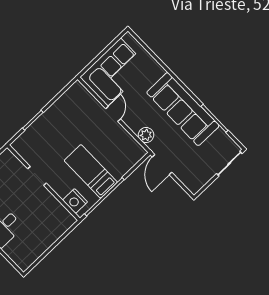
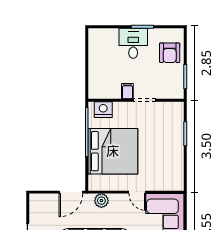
door: (162, 165) -> (71, 192), swing flipped
bed: (91, 171) -> (113, 151), width x2.04
filing cabinet: (43, 196) -> (127, 91), added

